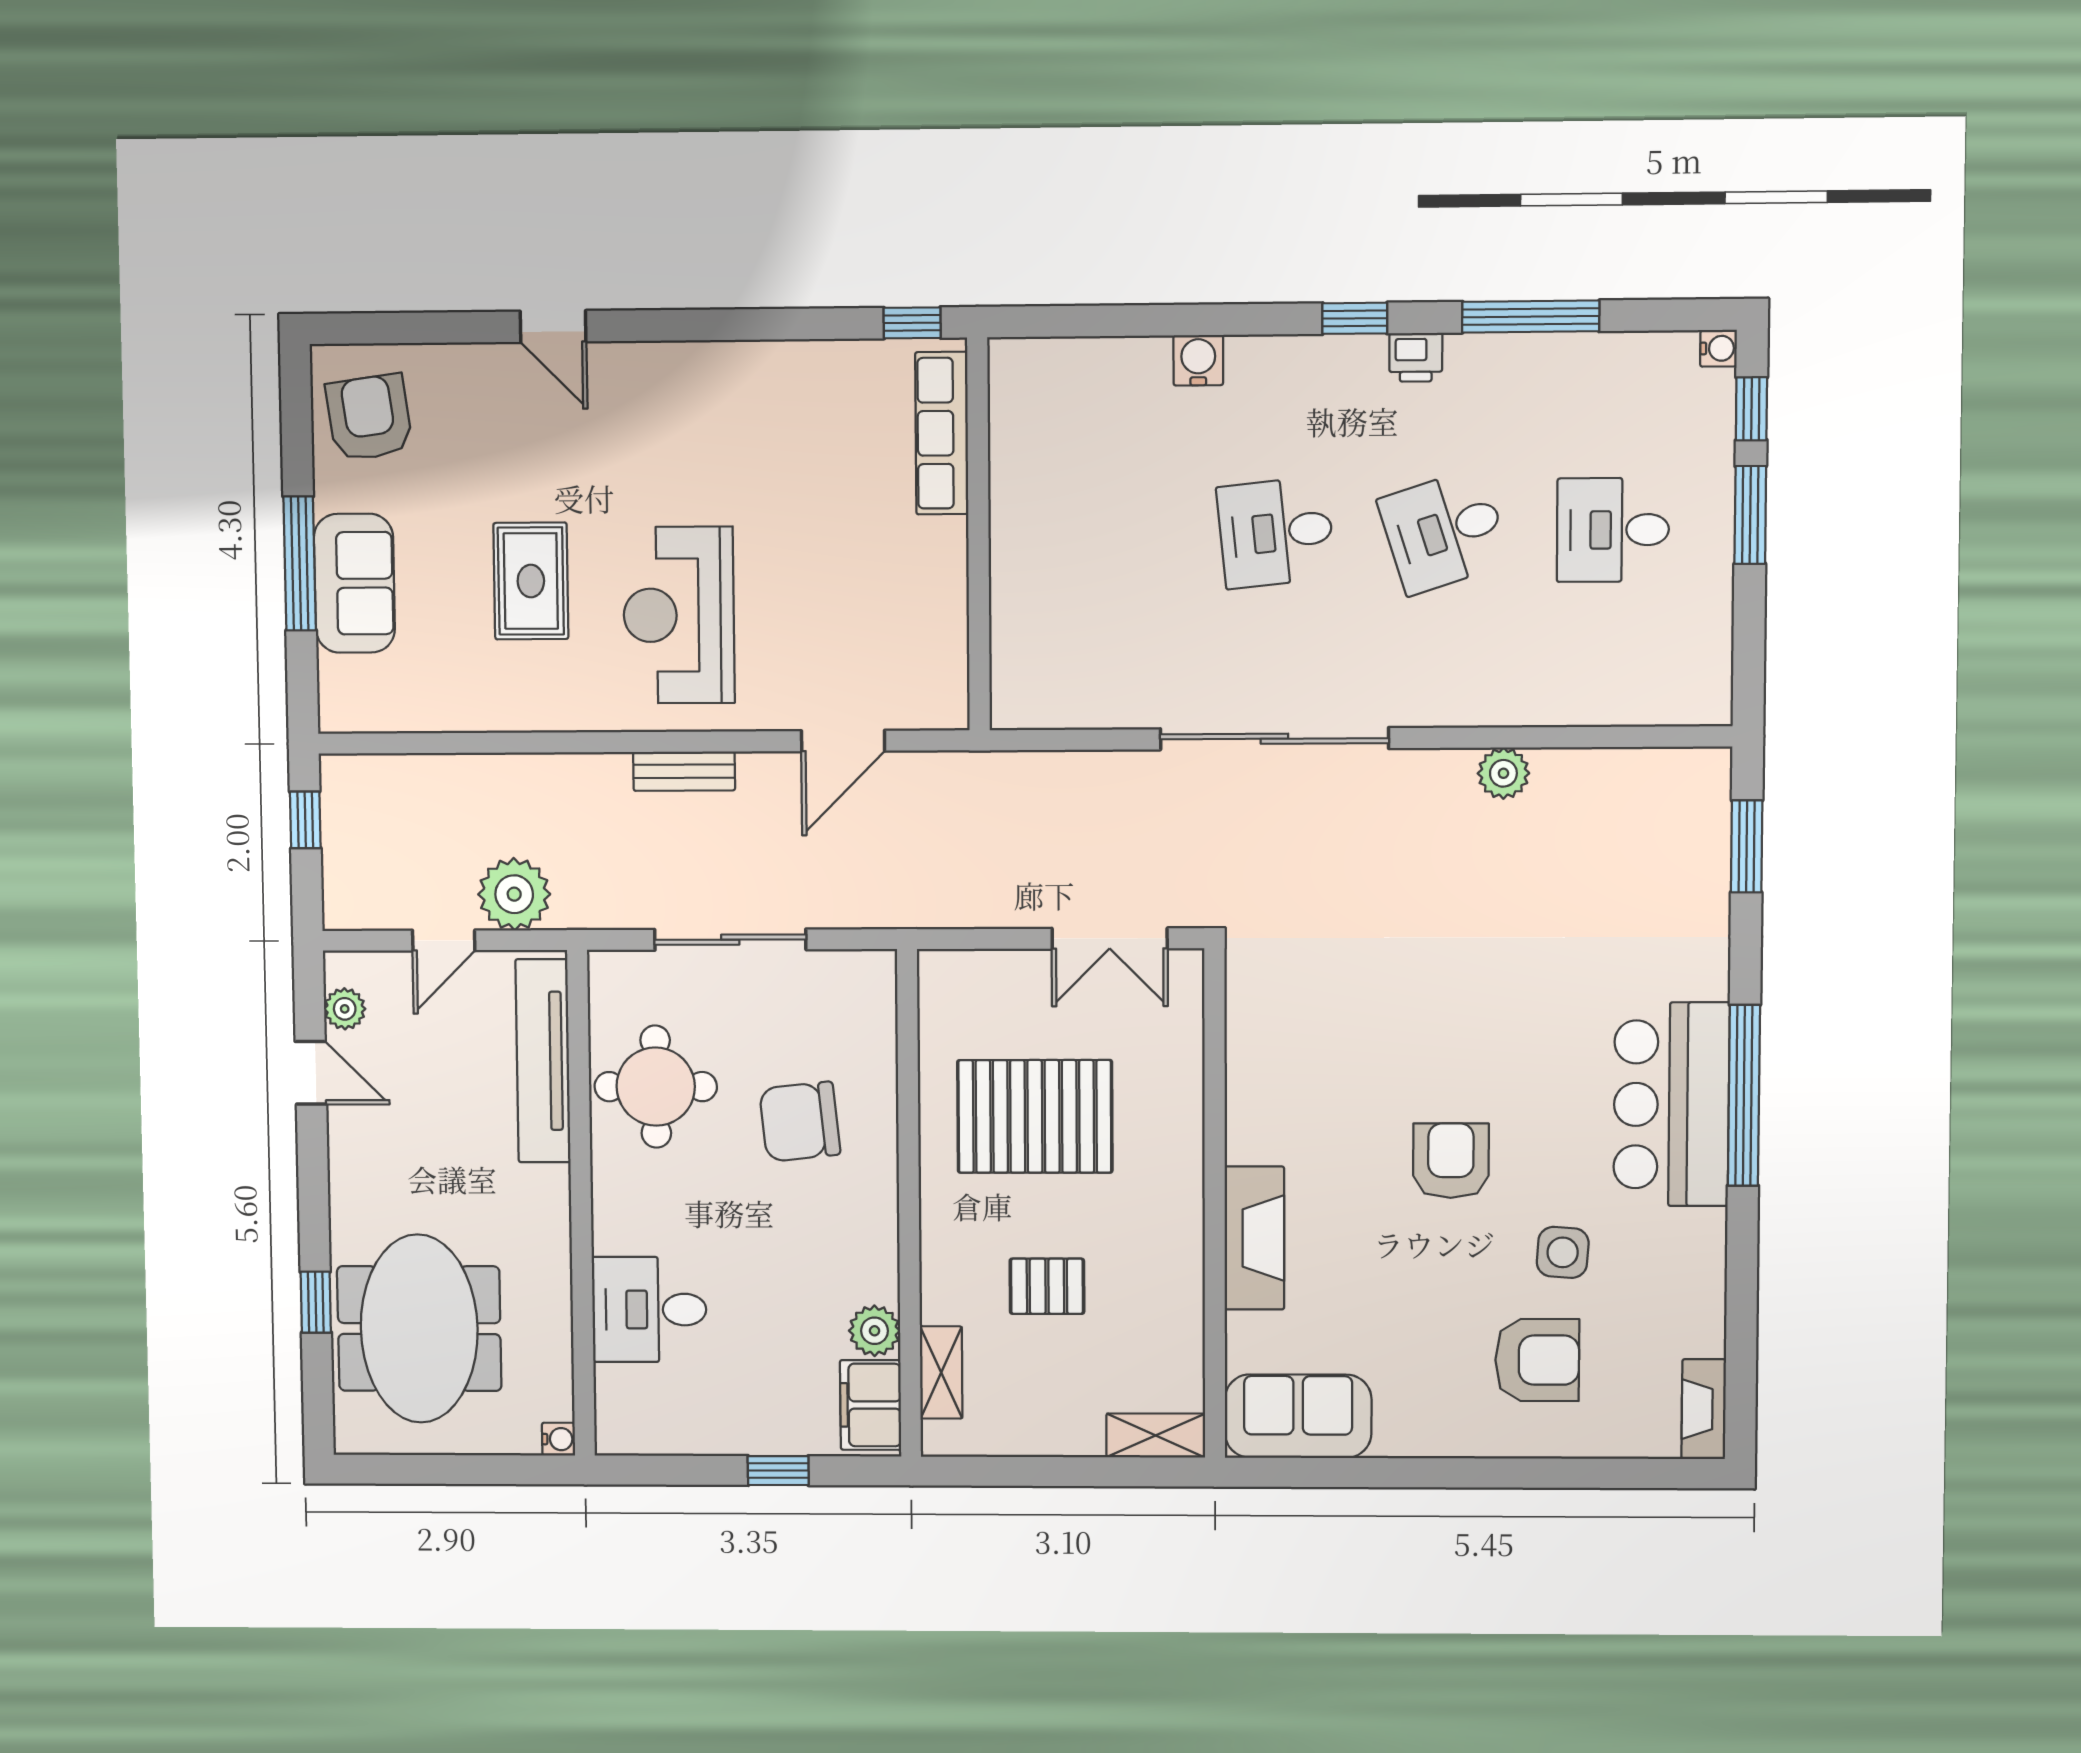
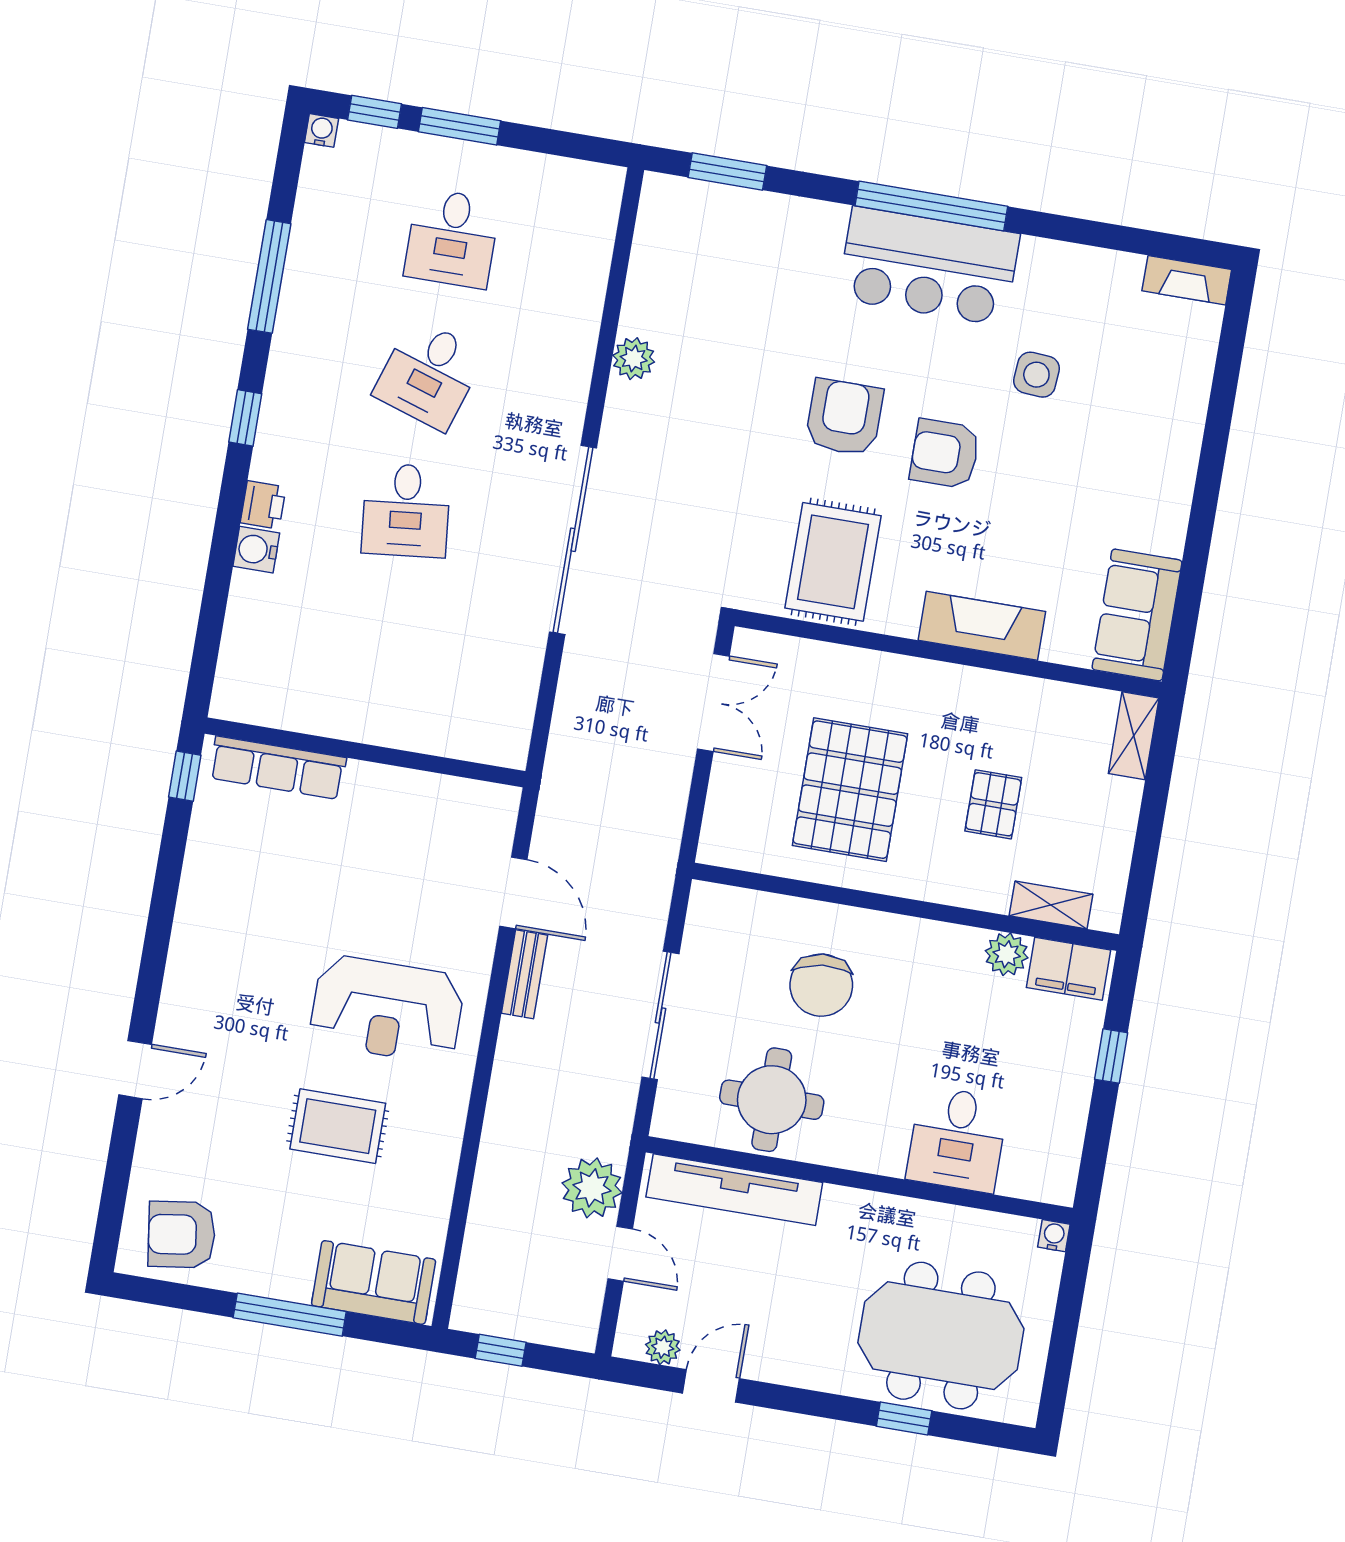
printer: (1416, 357) -> (263, 505), moved
desk: (1444, 531) -> (429, 374), turned 36
sofa: (354, 583) -> (374, 1282), moved
bench: (684, 771) -> (524, 974), moved
rug: (1300, 1051) -> (833, 562), added
armchair: (1537, 1360) -> (844, 417), moved

